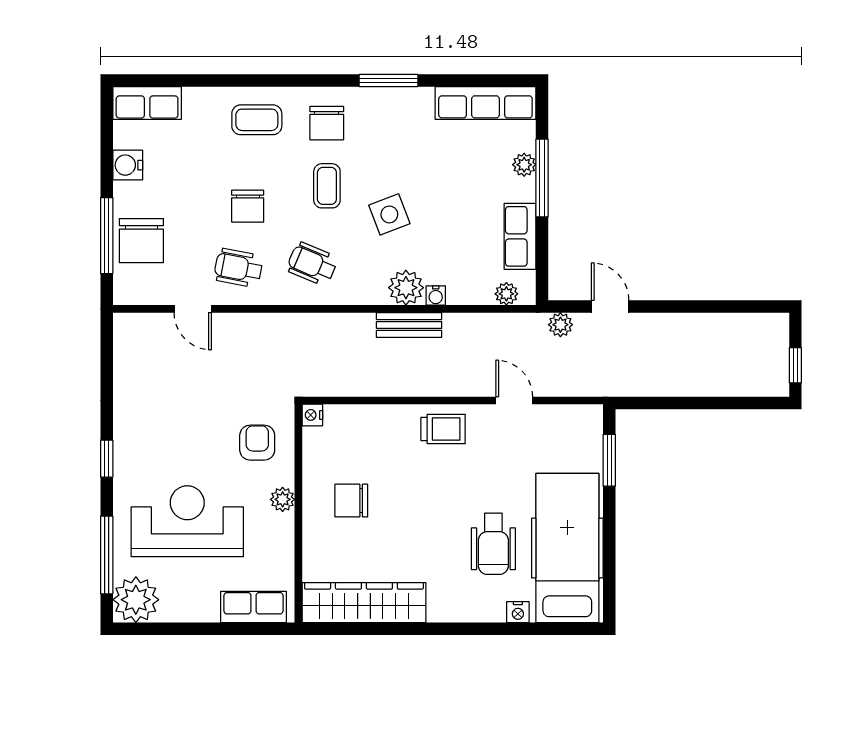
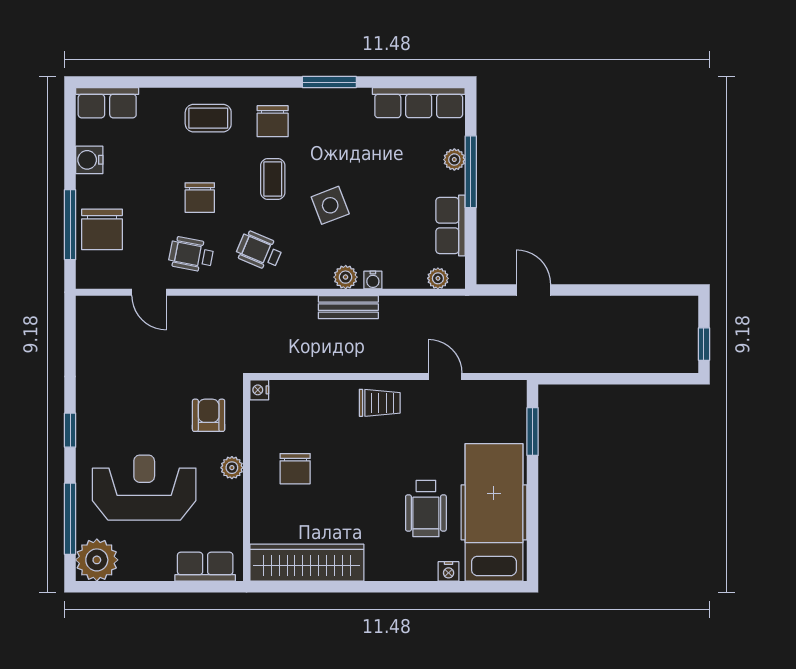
plant: (406, 288) -> (346, 277), width x0.73, depth x0.73
plant: (560, 325) -> (488, 307), removed
chair: (351, 501) -> (295, 469), turned -90

